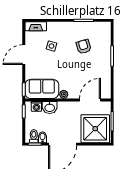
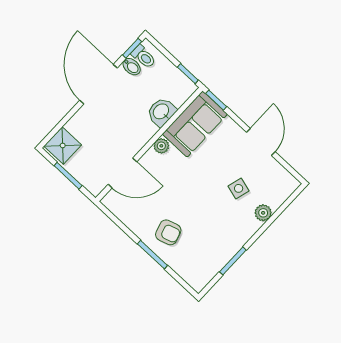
fireplace: (36, 26) -> (283, 192), removed
plant: (52, 26) -> (263, 213), added
armchair: (84, 47) -> (168, 232), moved
door: (90, 100) -> (122, 173), hinge flipped
washing machine: (36, 106) -> (179, 96), removed
shower: (95, 129) -> (63, 145), width x0.54, depth x0.54

